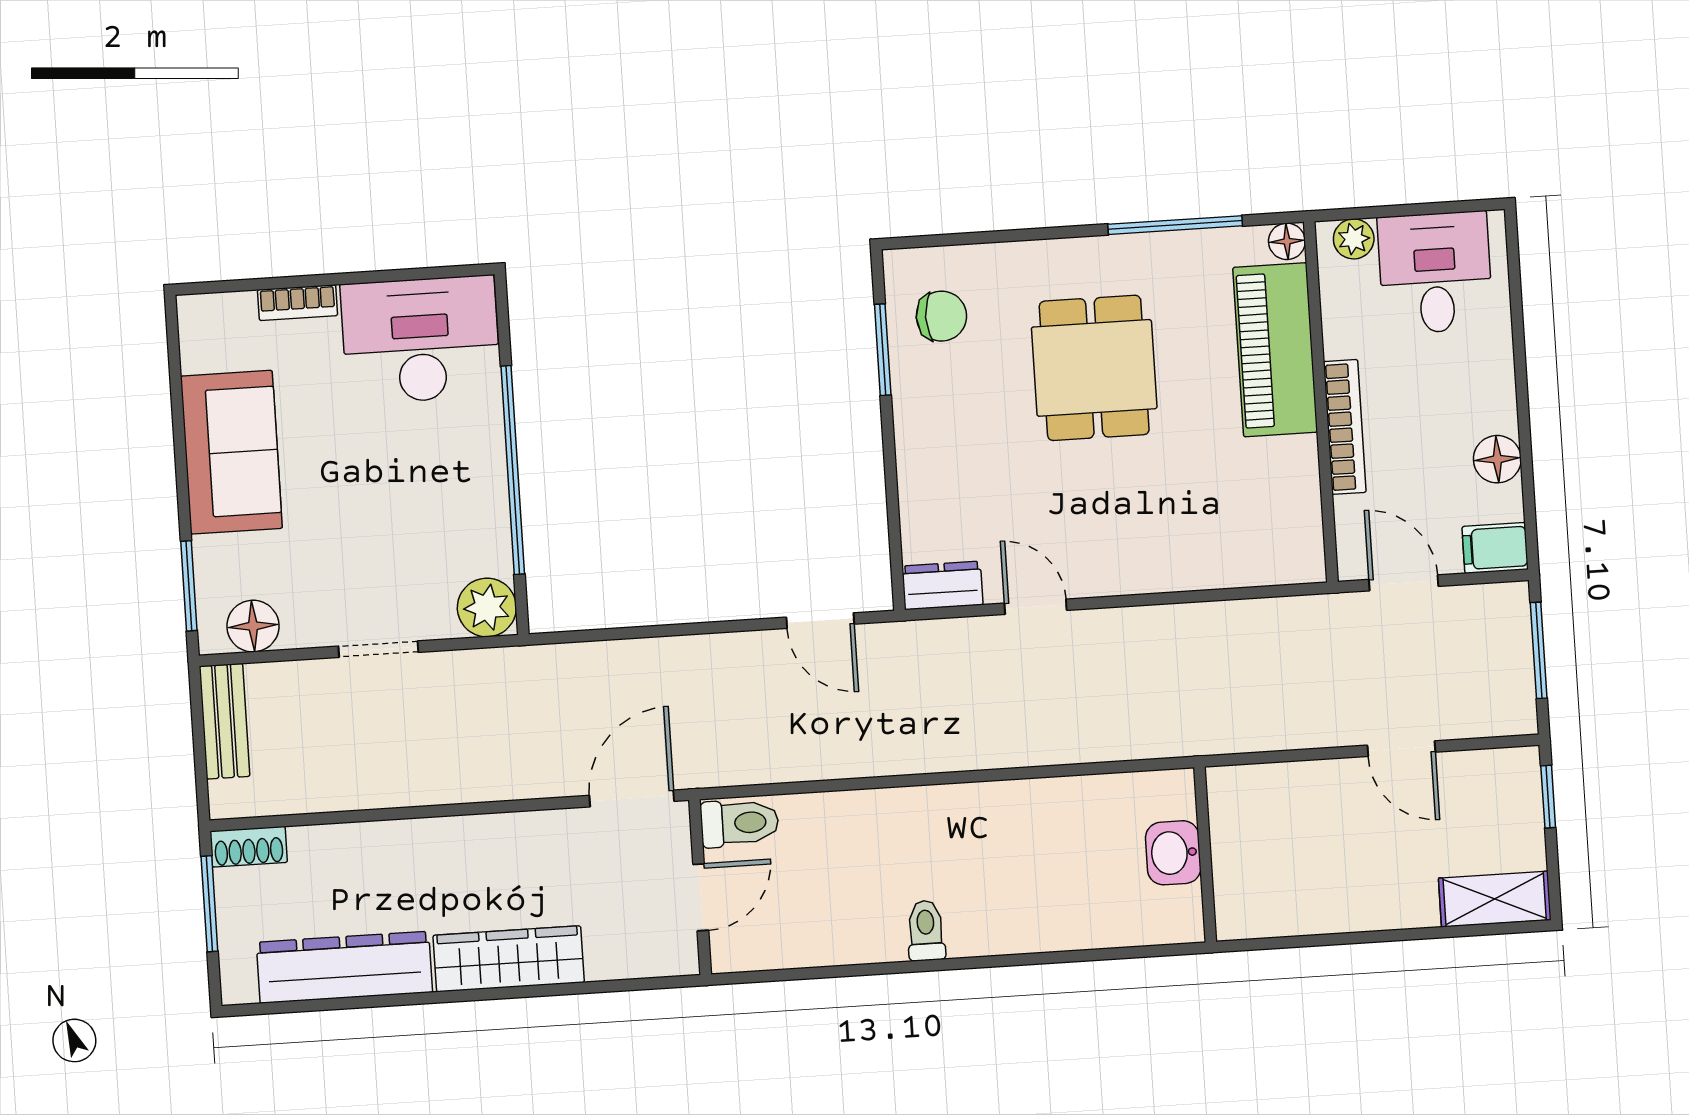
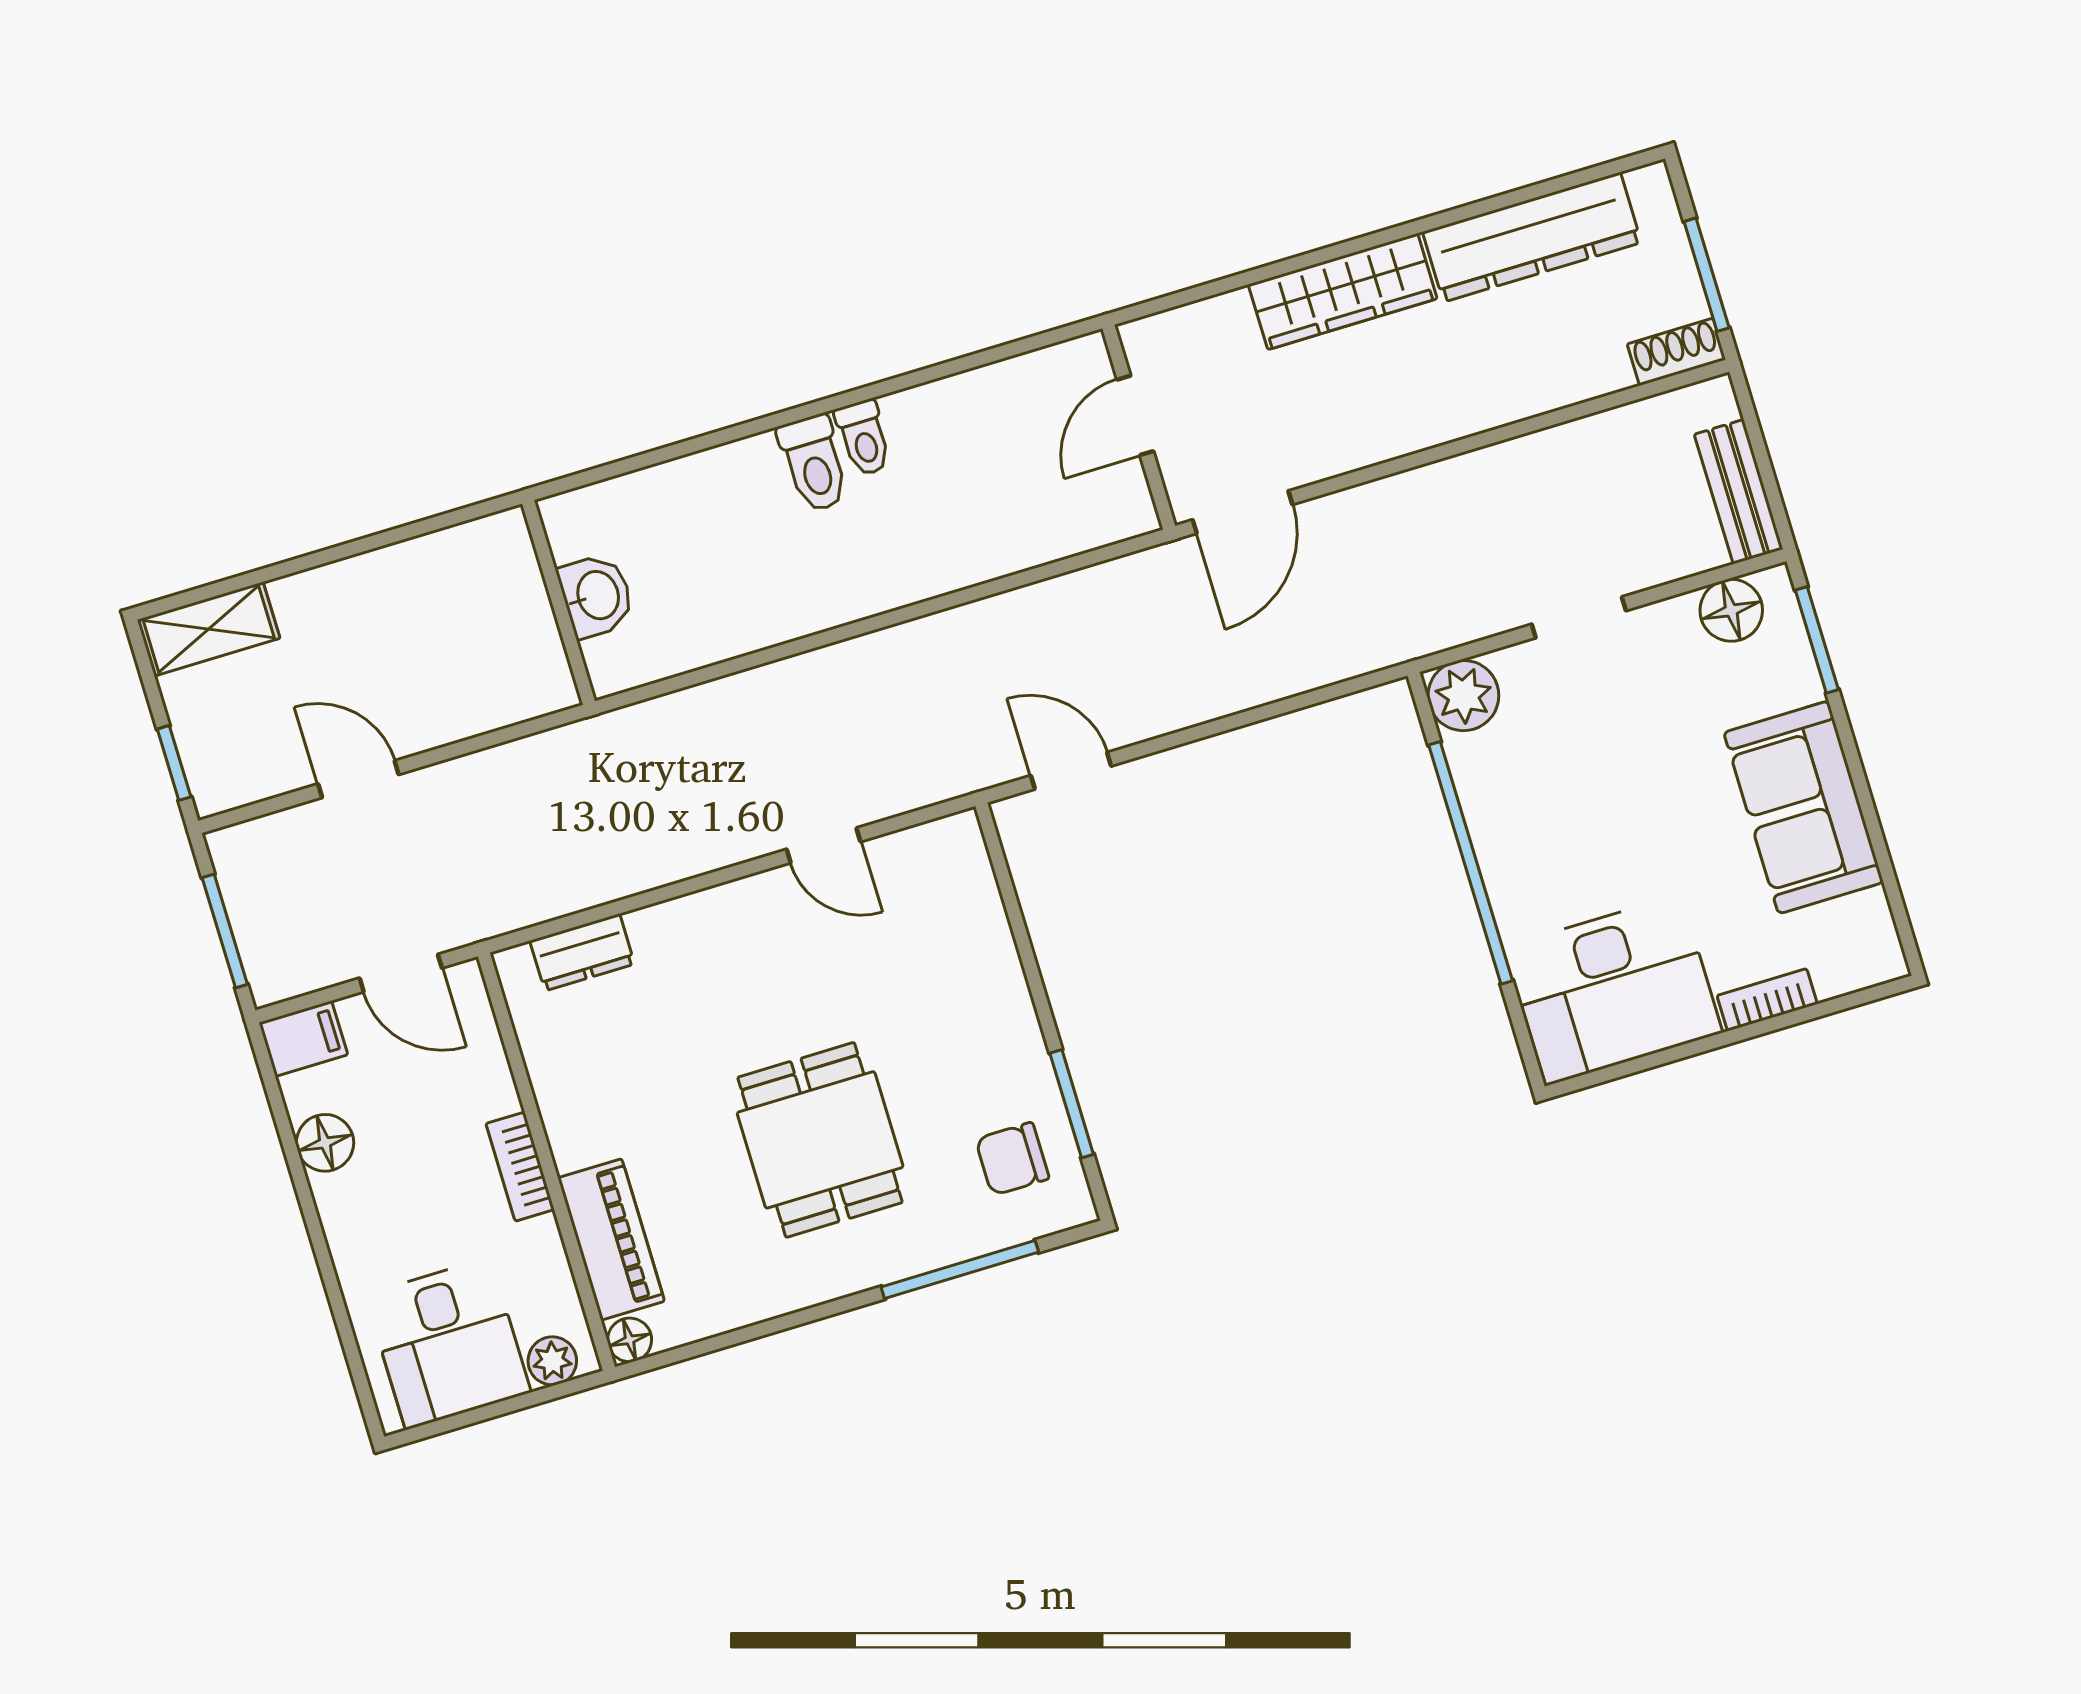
window: (1175, 225) -> (960, 1269), moved
piano: (1275, 350) -> (611, 1239), width x0.73, depth x0.75
bookcase: (1345, 427) -> (520, 1167), width x0.64
dresser: (942, 585) -> (582, 952), moved
toilet: (740, 823) -> (814, 463), moved, turned -90

